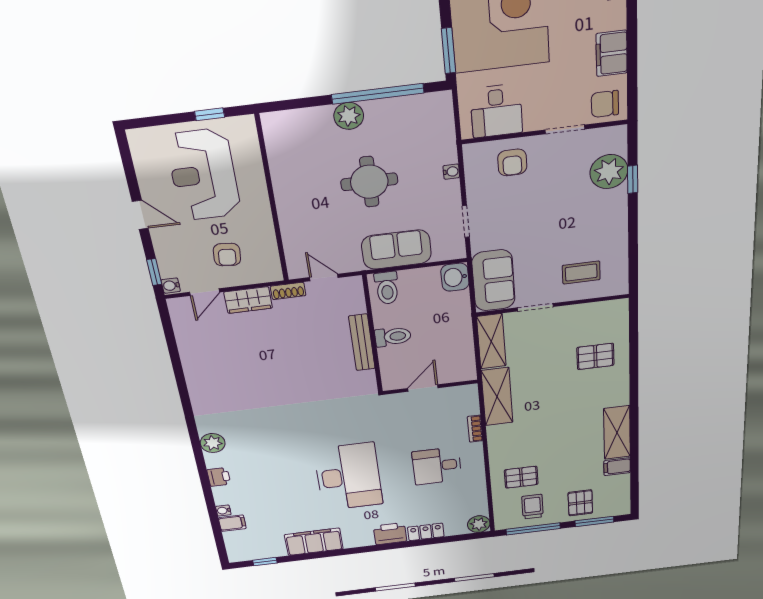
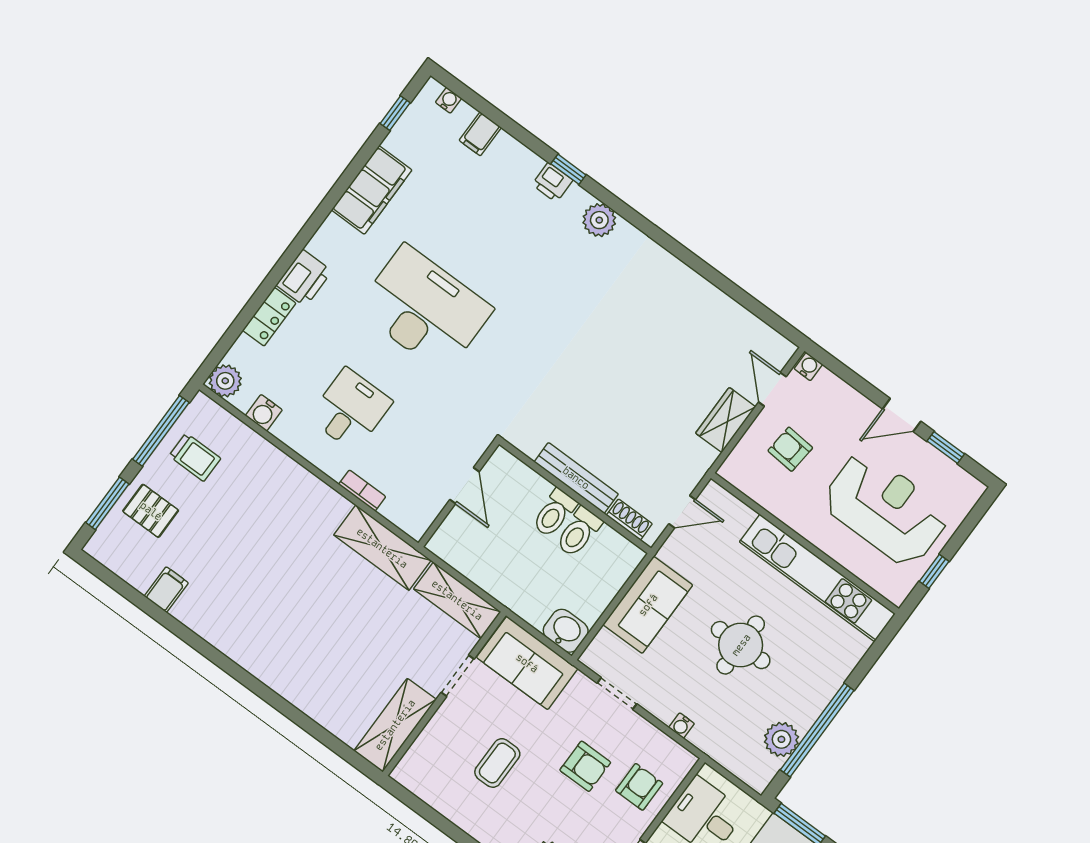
plant: (349, 116) -> (781, 739), moved
armchair: (512, 162) -> (639, 787), turned 90
kitchen unit: (285, 176) -> (817, 578), added
armchair: (527, 201) -> (585, 766), added
window: (154, 272) -> (946, 448), moved
coffee table: (581, 273) -> (497, 763), moved
toilet: (387, 288) -> (579, 532), moved, turned -90
shoe rack: (288, 291) -> (629, 520), moved, turned 90
pallet: (595, 356) -> (340, 684), removed
shelving: (617, 433) -> (395, 725), moved, turned 90
window: (204, 476) -> (568, 169), added
desk: (348, 477) -> (424, 309), turned 180
pallet: (521, 477) -> (249, 481), removed
water cooler: (478, 498) -> (264, 413), added
water cooler: (223, 510) -> (449, 100), moved

